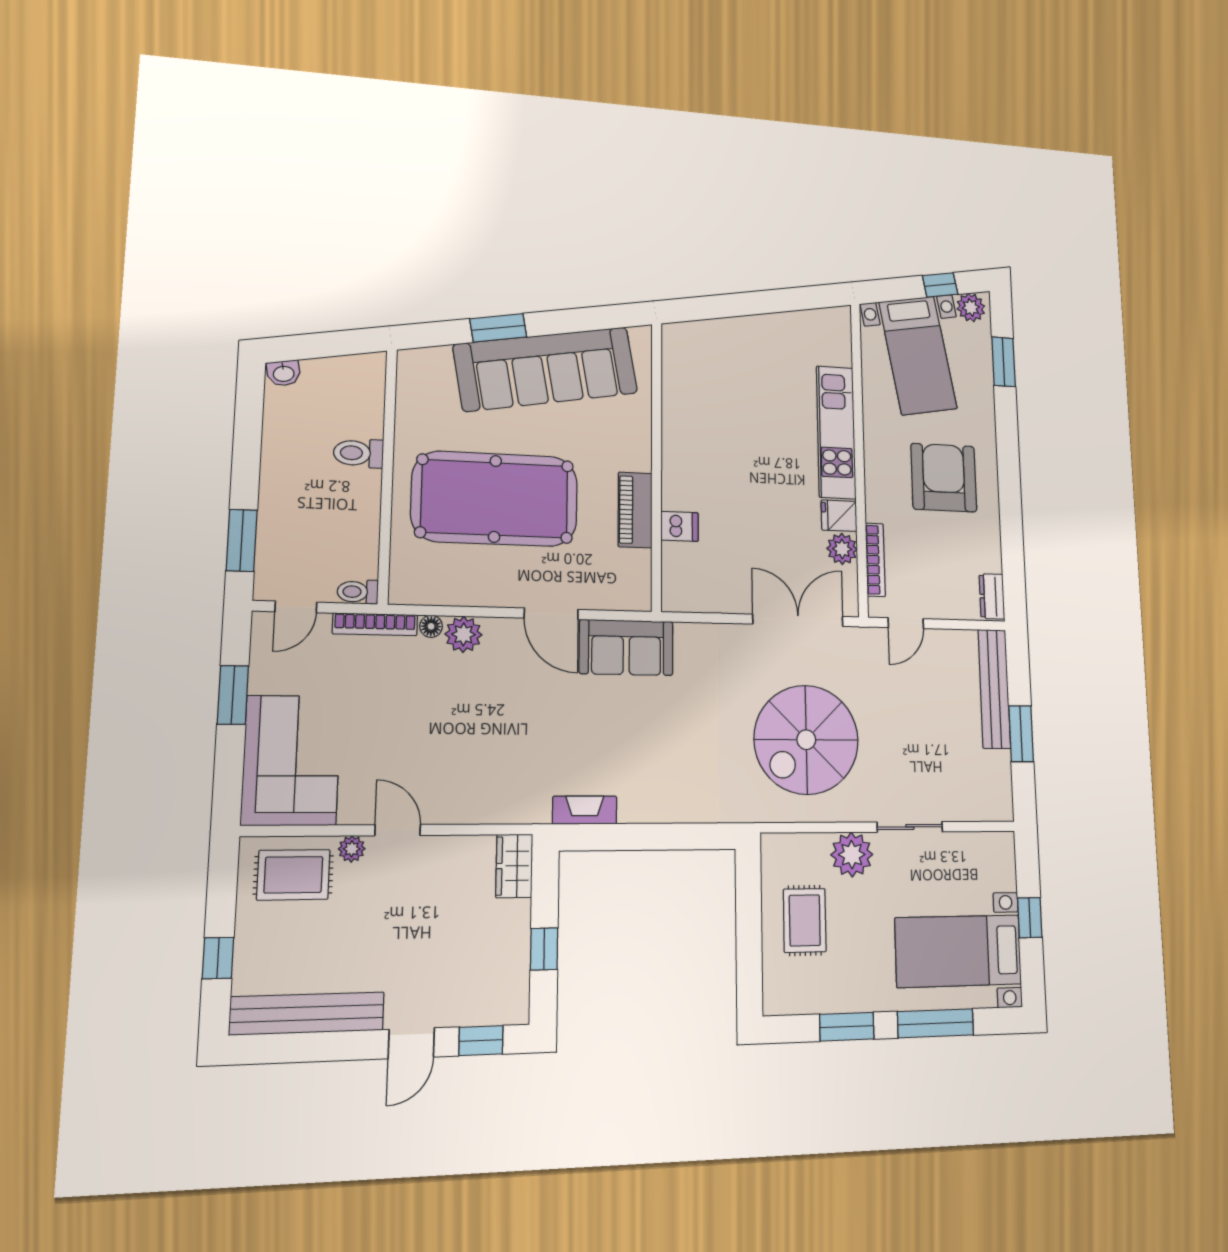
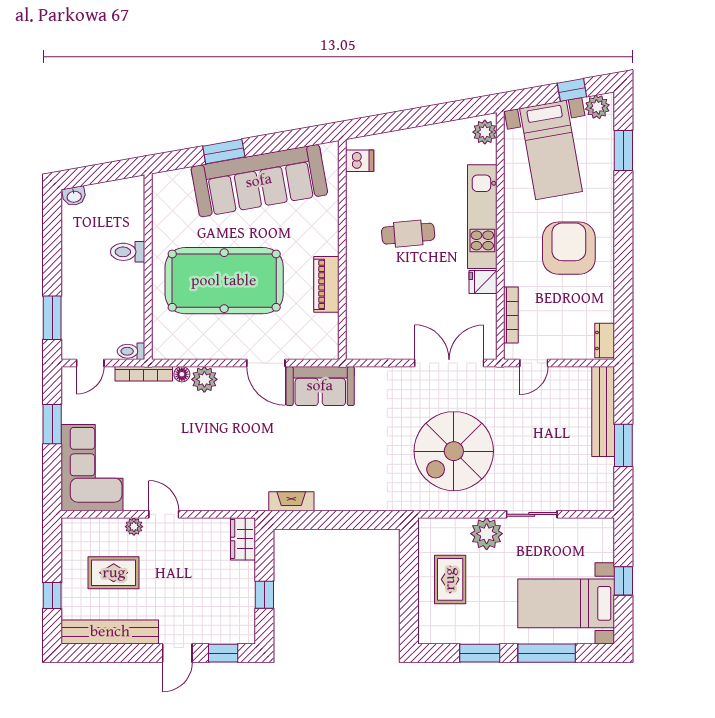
cafe table: (743, 449) -> (408, 234), added
dishwasher: (680, 526) -> (360, 161), moved
plant: (842, 549) -> (485, 132), moved
rug: (293, 875) -> (114, 573), moved

